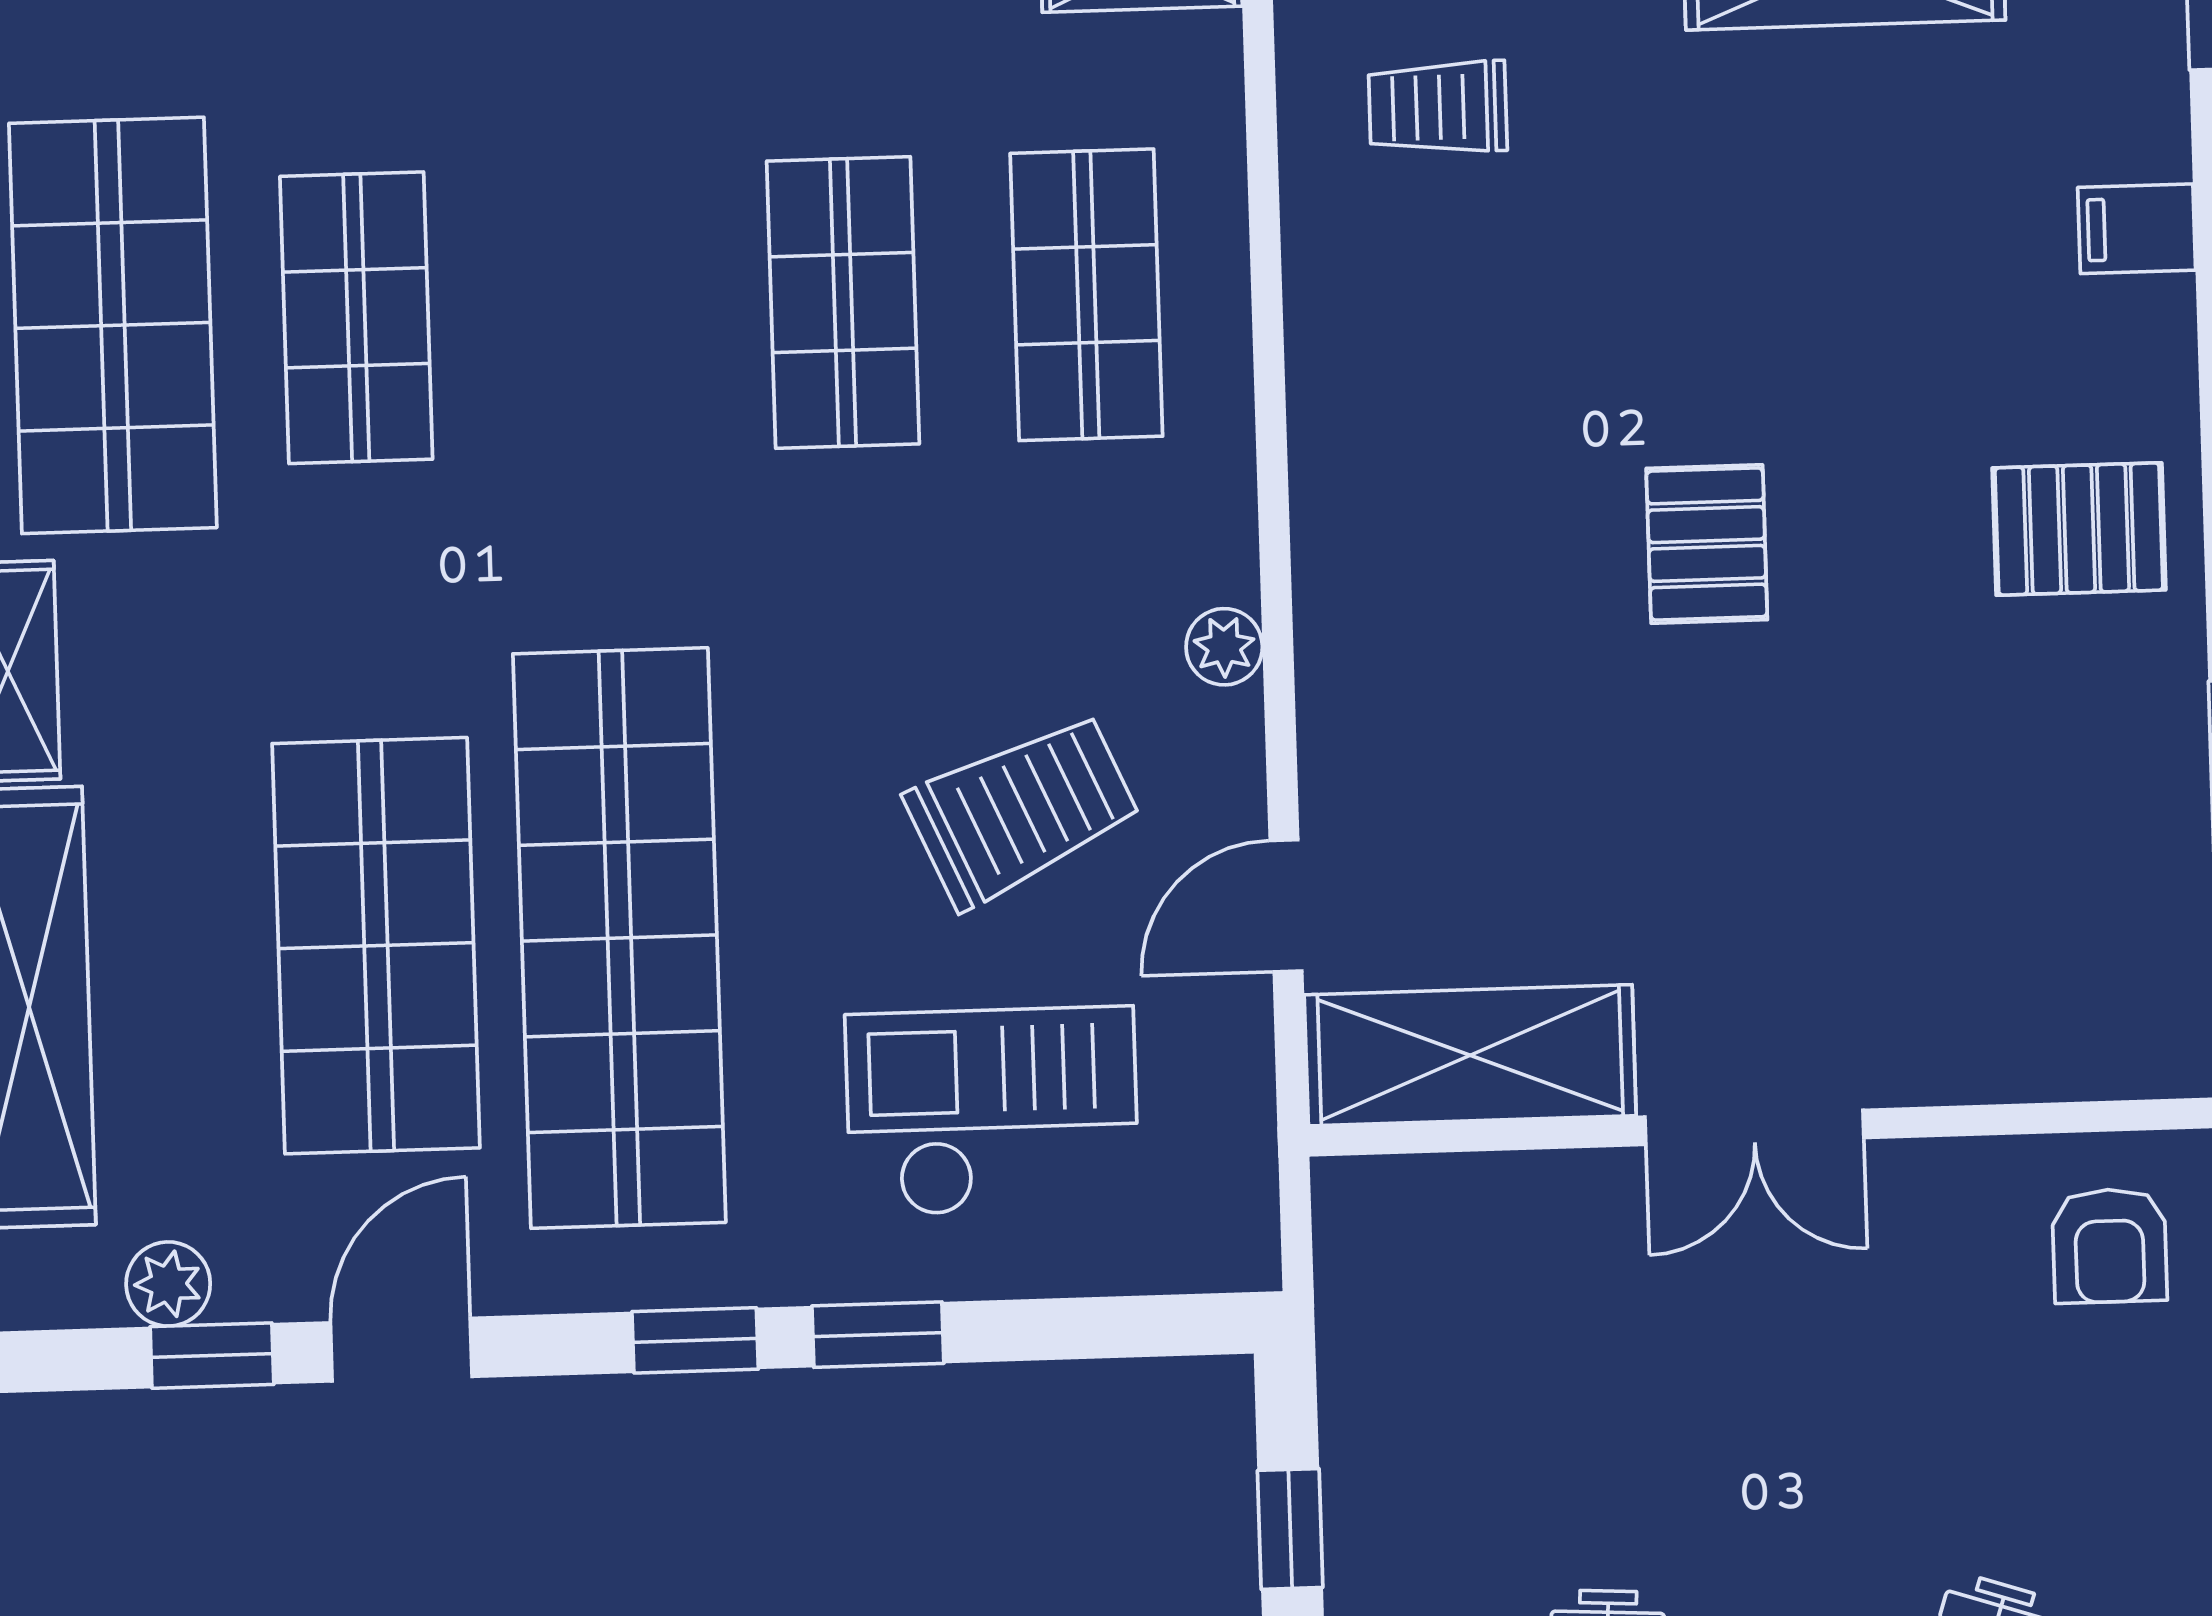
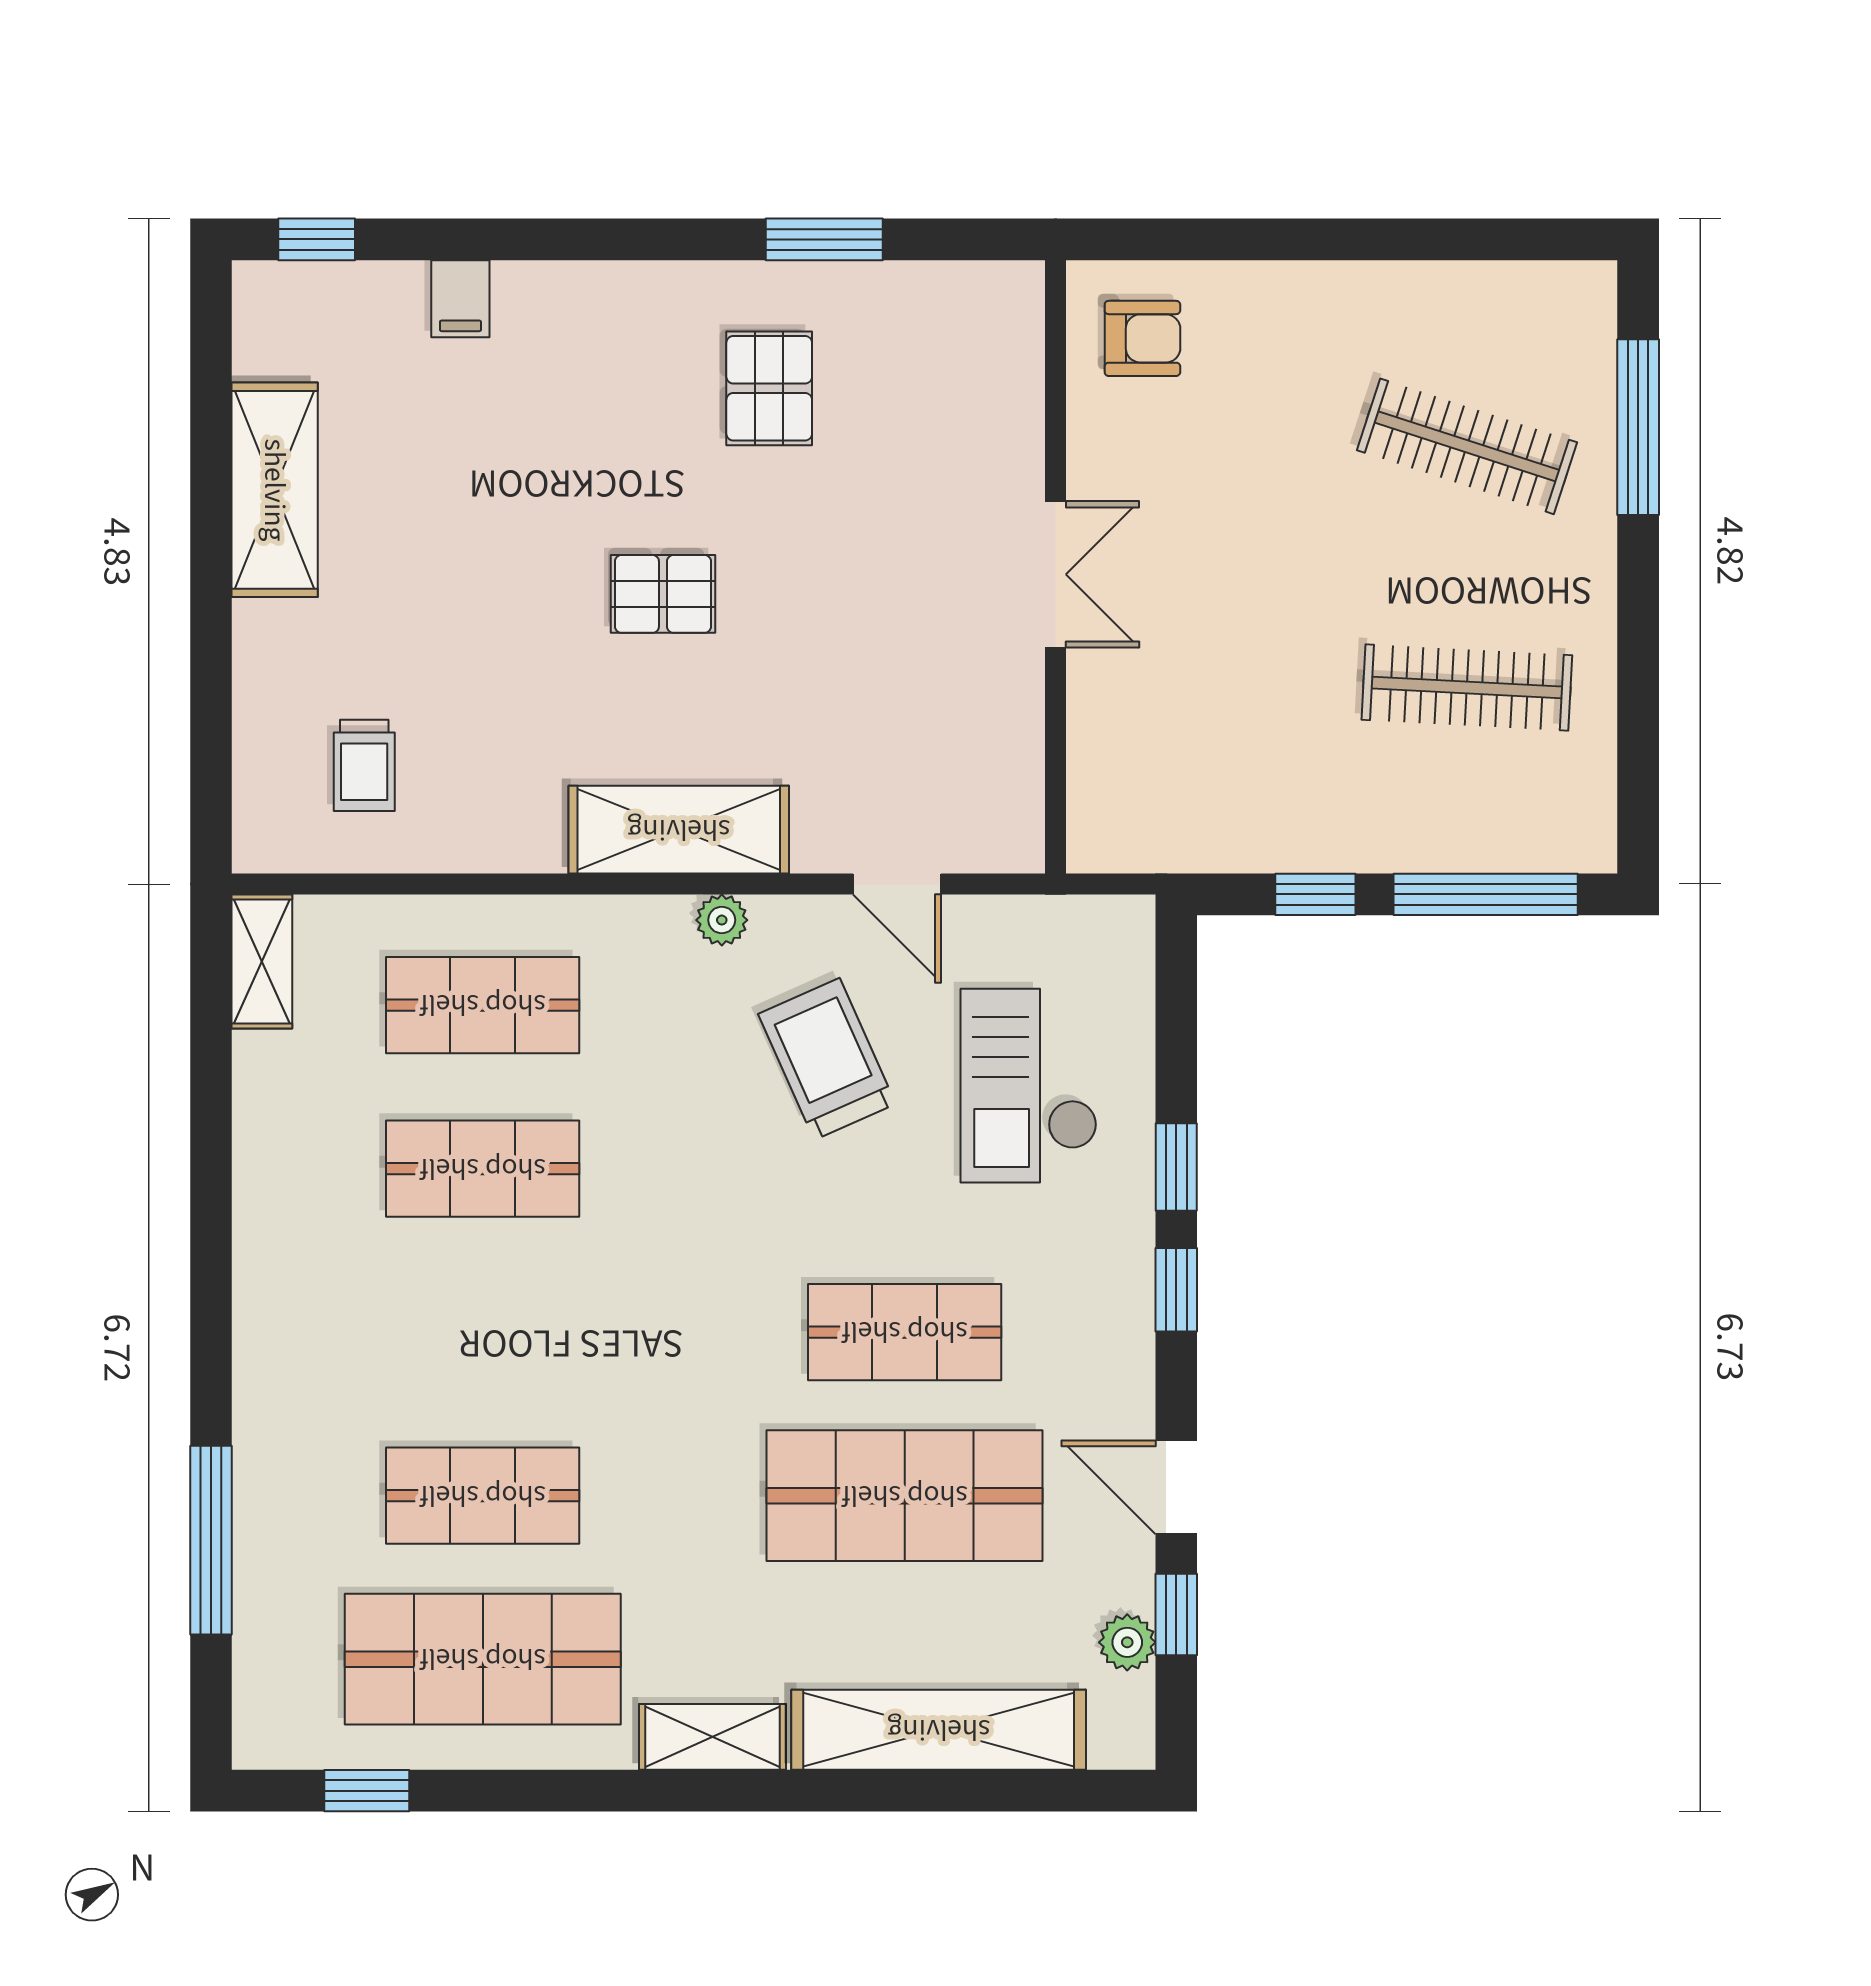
pallet: (2079, 529) -> (769, 388), moved
shop shelf: (619, 938) -> (905, 1332), width x0.50, depth x0.74
shelving: (1470, 1055) -> (679, 830), moved, turned 90

